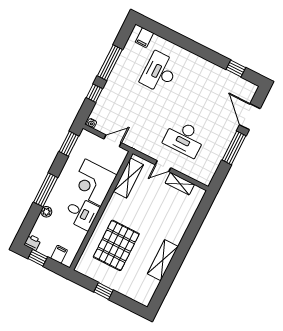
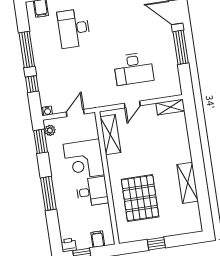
shelving: (180, 184) -> (170, 107), moved
plant: (46, 212) -> (50, 130), moved

